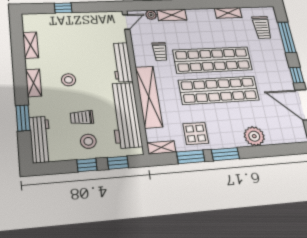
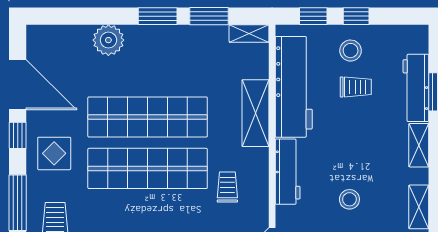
stool: (69, 80) -> (349, 199), moved
shelving: (149, 97) -> (255, 113), width x0.68
display table: (196, 133) -> (54, 153), moved
workbench: (40, 139) -> (416, 88), moved

